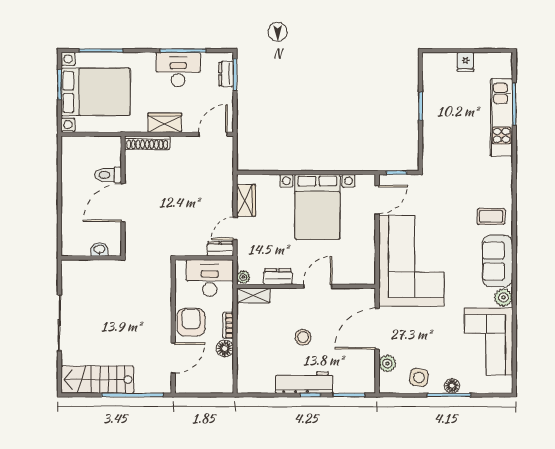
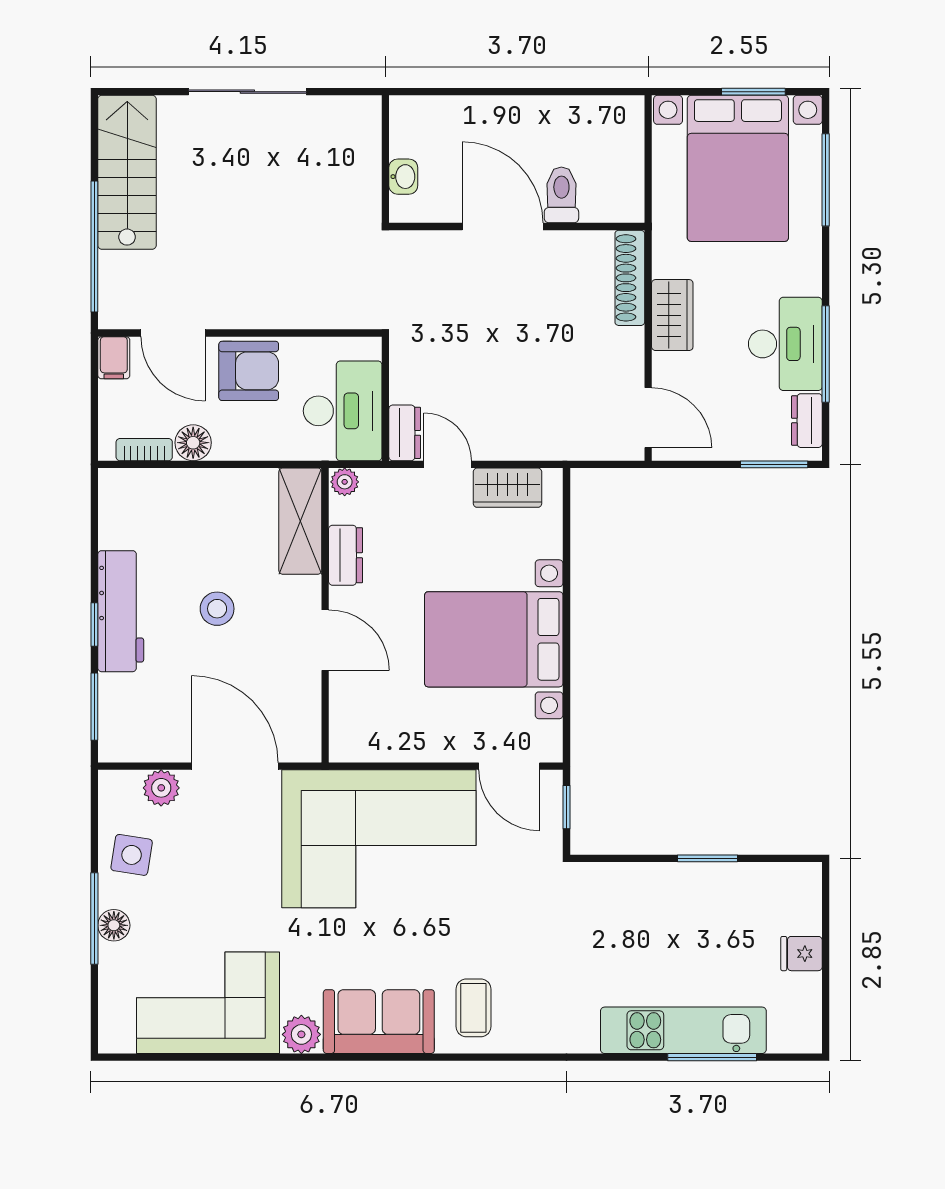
dresser: (226, 74) -> (807, 421), moved, turned -90
shelving: (253, 295) -> (300, 521), width x1.50, depth x1.33
bookcase: (228, 325) -> (144, 450), moved
filing cabinet: (185, 386) -> (114, 358), added

